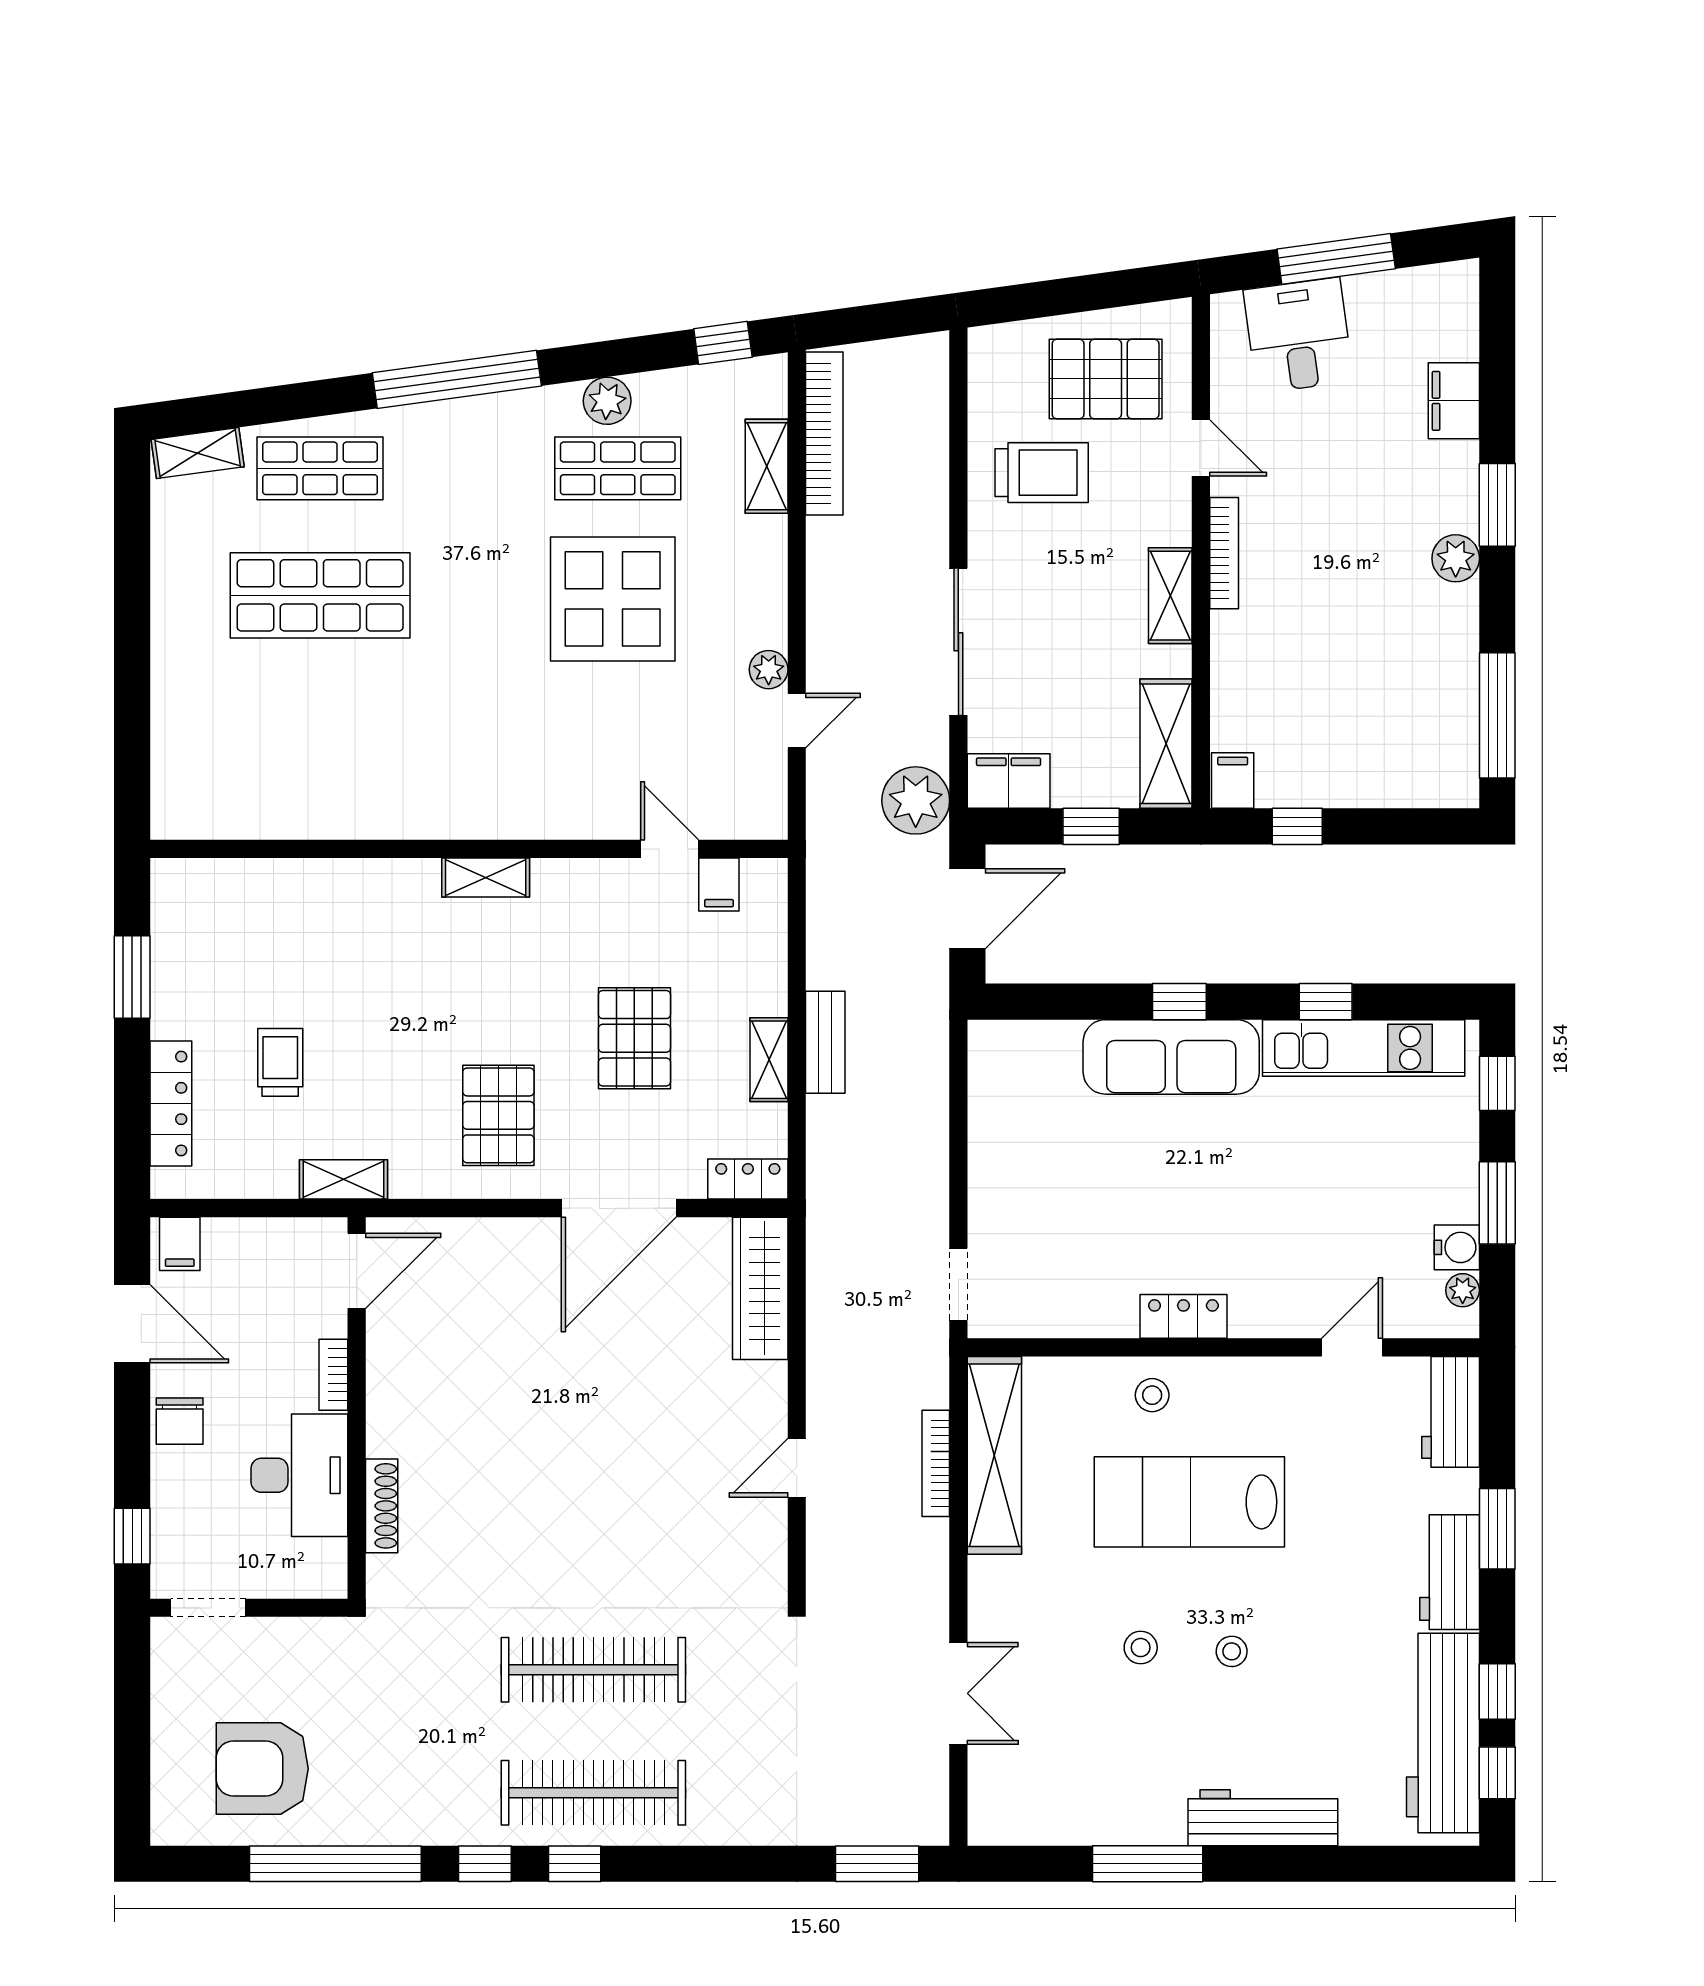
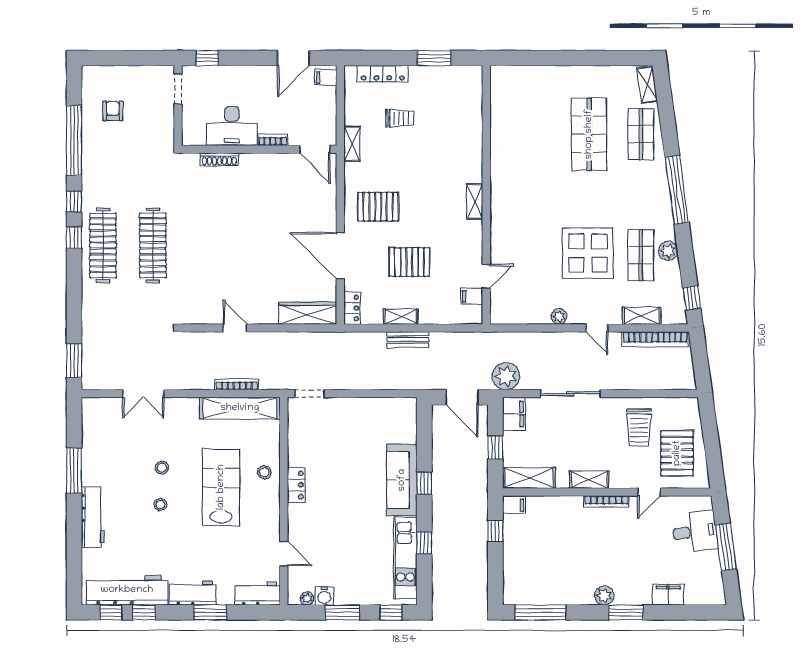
door: (797, 721) -> (597, 328), moved
chair: (180, 1421) -> (254, 77), removed
armchair: (262, 1769) -> (113, 111), width x0.53, depth x0.53

